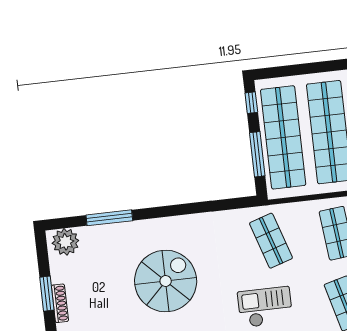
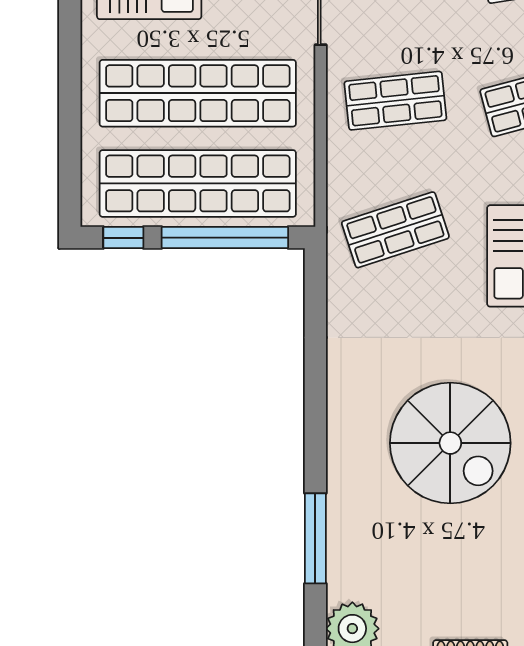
window: (257, 154) -> (225, 238), width x1.46
spiral stairs: (166, 281) -> (450, 443), turned 180

